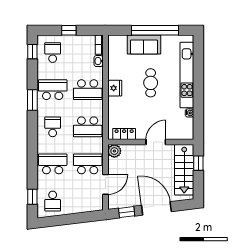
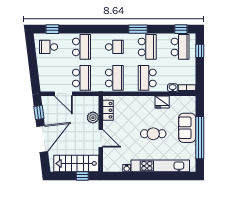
window: (69, 30) -> (200, 51), moved
school desk: (53, 53) -> (180, 47), width x1.85
fridge: (115, 88) -> (162, 102), moved
school desk: (88, 127) -> (114, 78), turned 180
plant: (114, 151) -> (93, 118), moved

